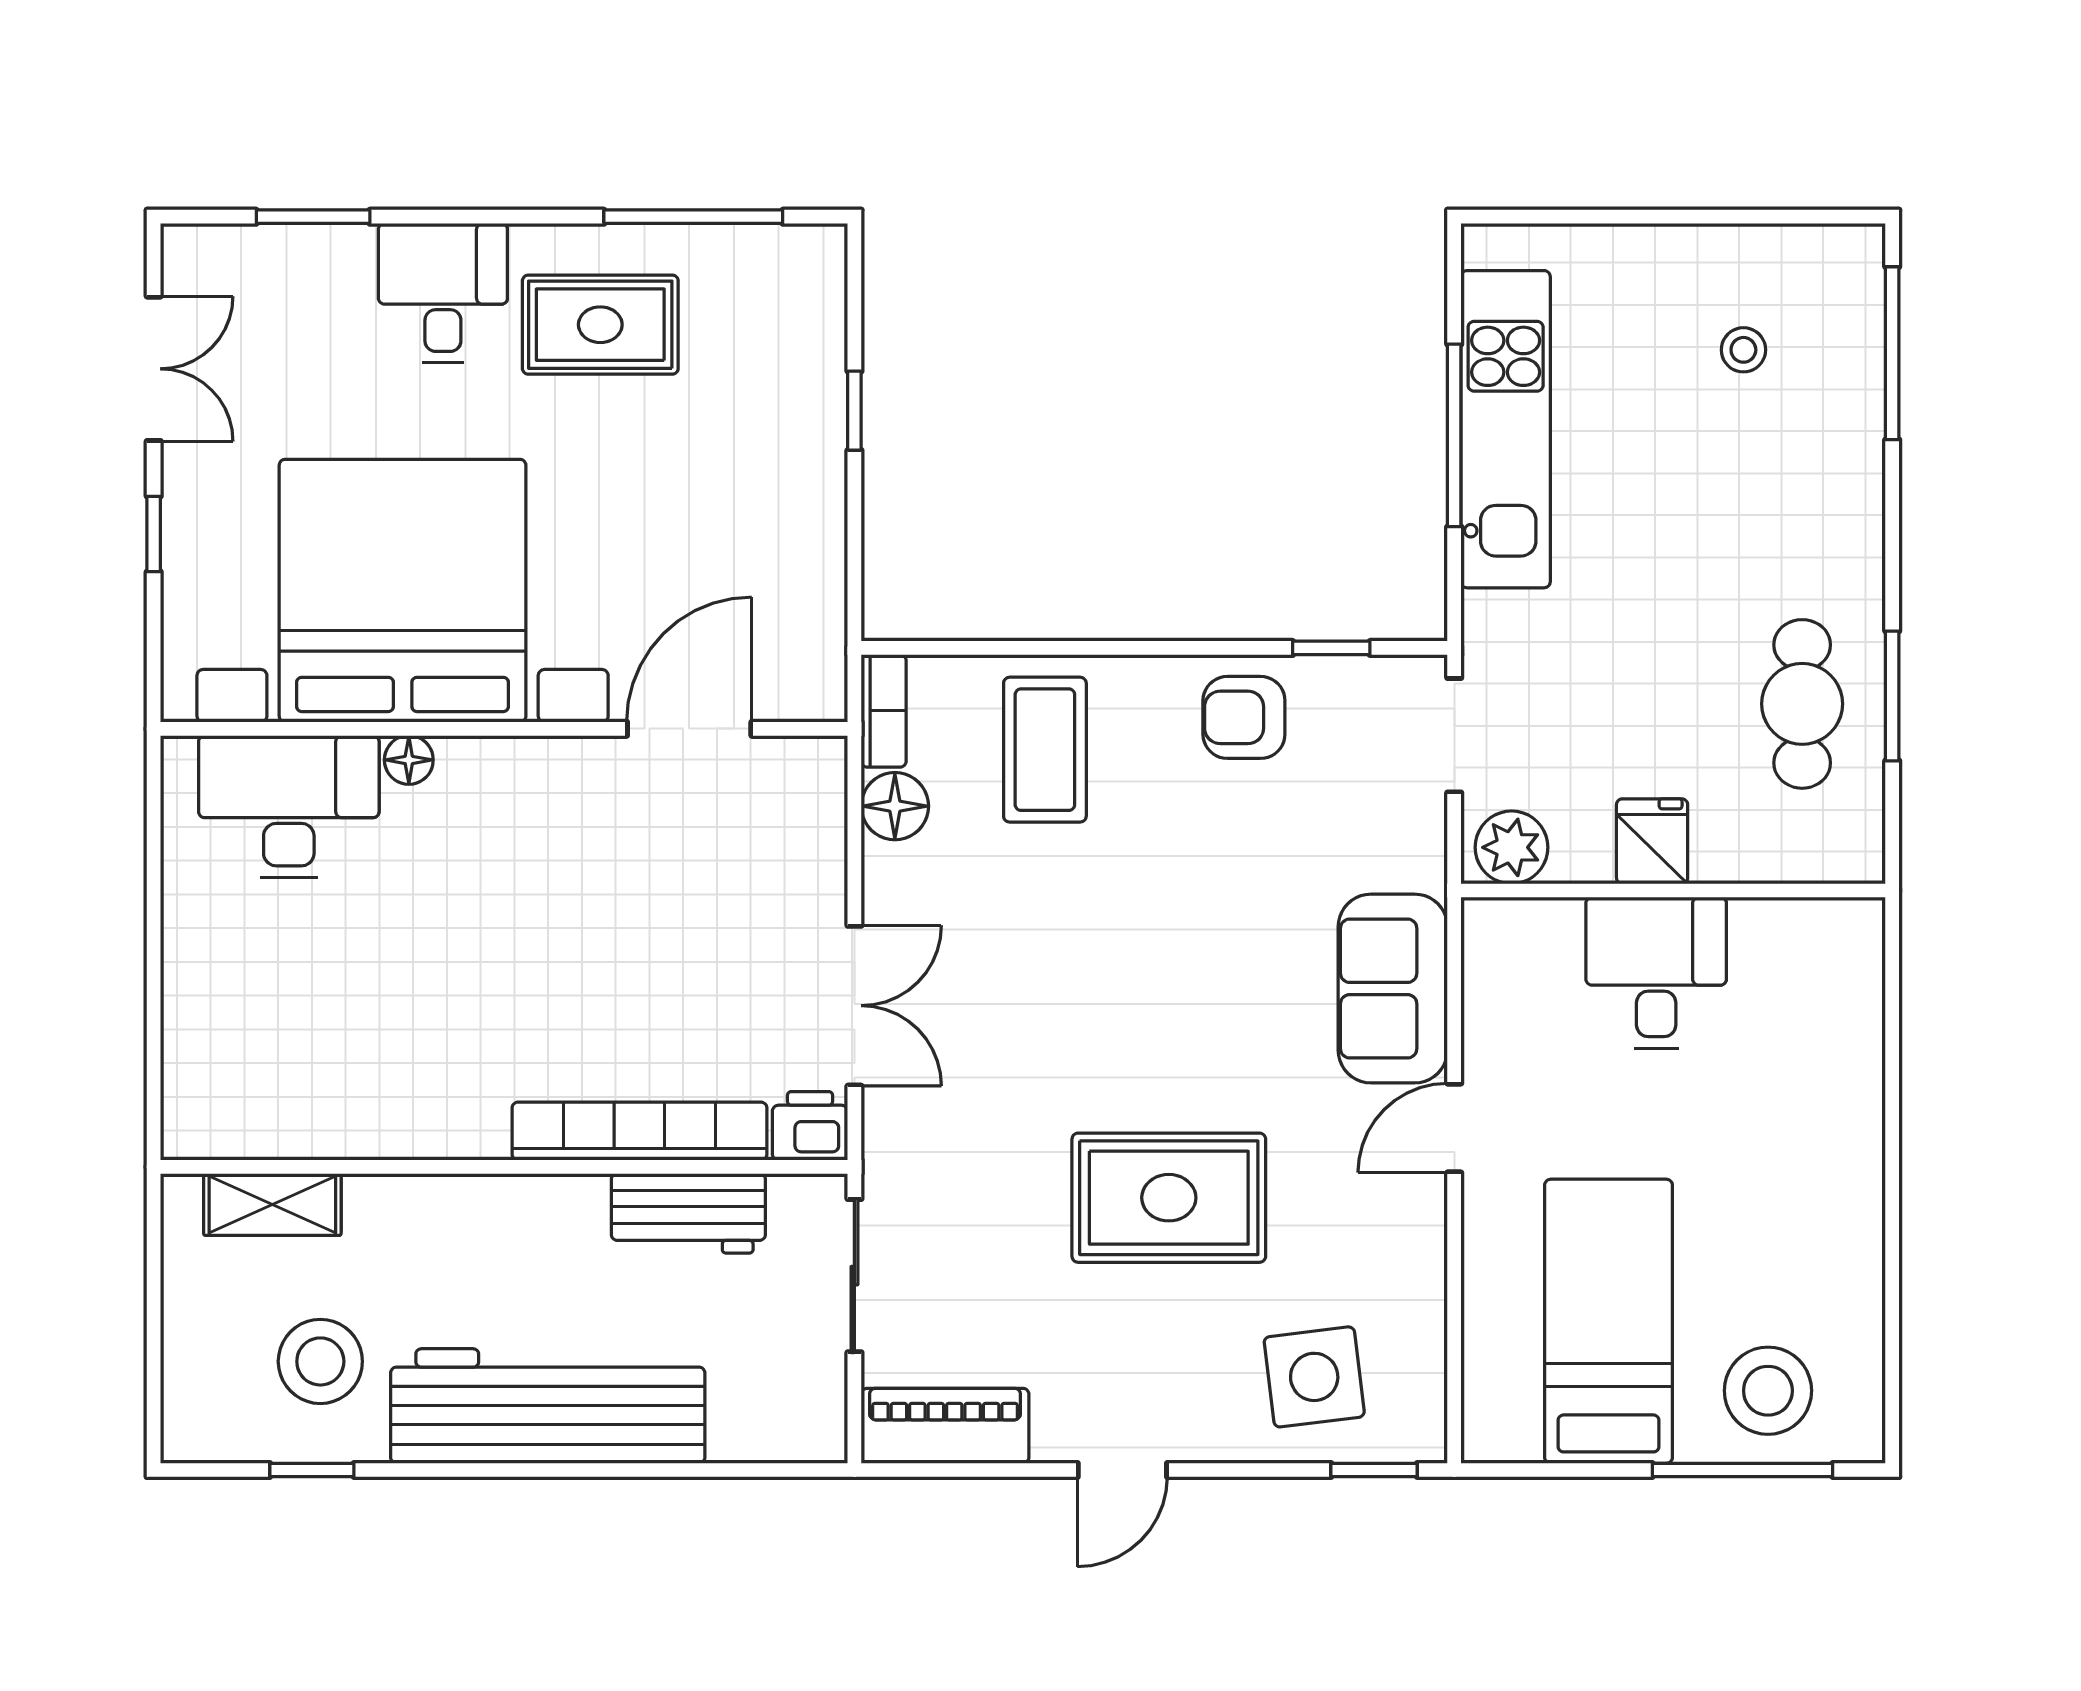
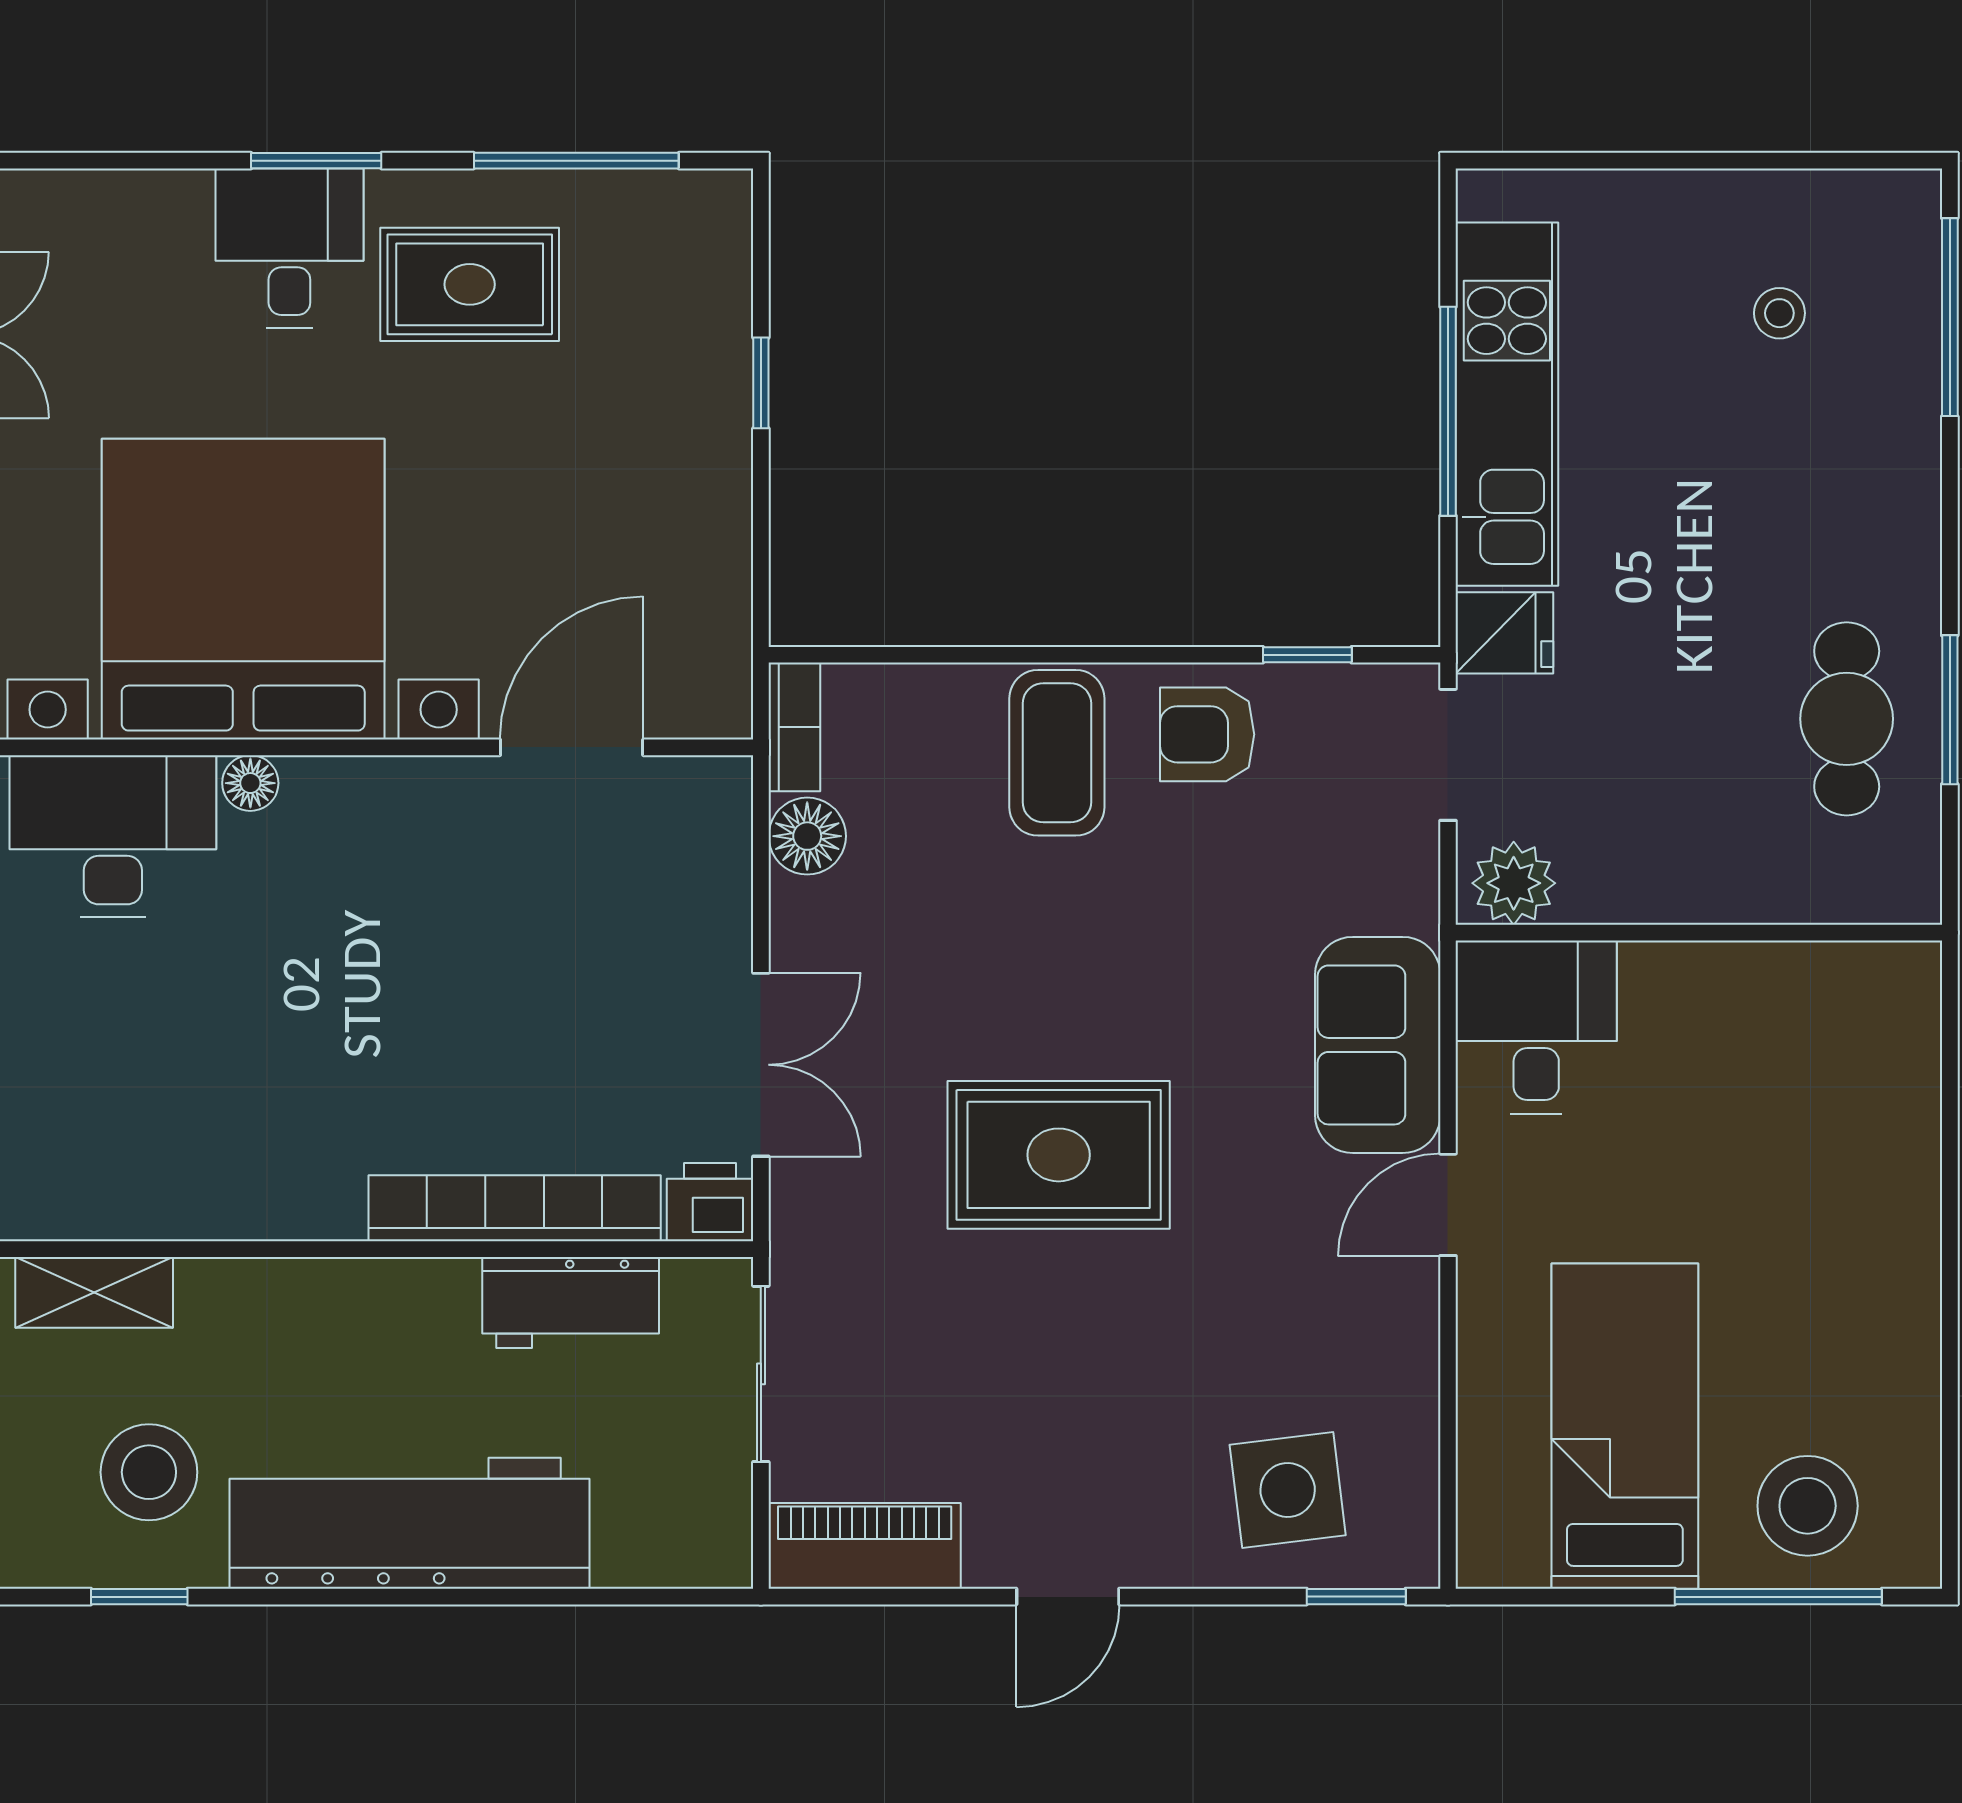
window: (313, 217) -> (316, 161), moved
coffee table: (1045, 750) -> (1057, 753), moved
fridge: (1652, 841) -> (1504, 633), moved, turned 90
desk: (1656, 973) -> (1536, 1027), moved
rug: (1169, 1198) -> (1059, 1155), moved

